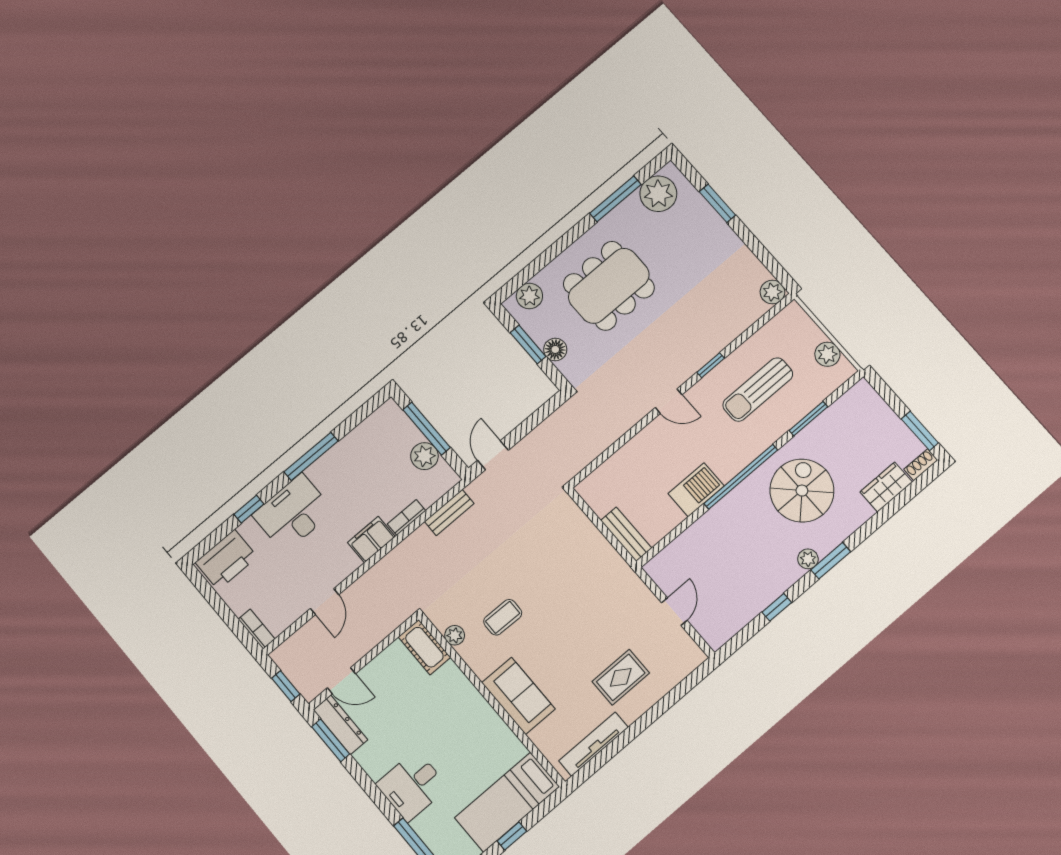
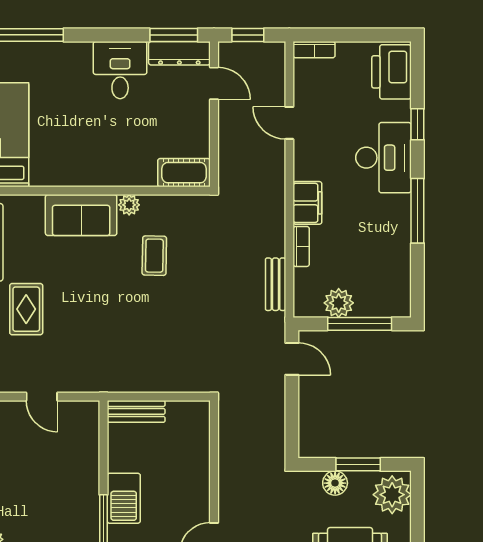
plant: (529, 296) -> (392, 495), width x1.36, depth x1.36
plant: (455, 635) -> (129, 205), moved
door: (341, 681) -> (214, 83), swing flipped
desk: (412, 786) -> (120, 70), moved

